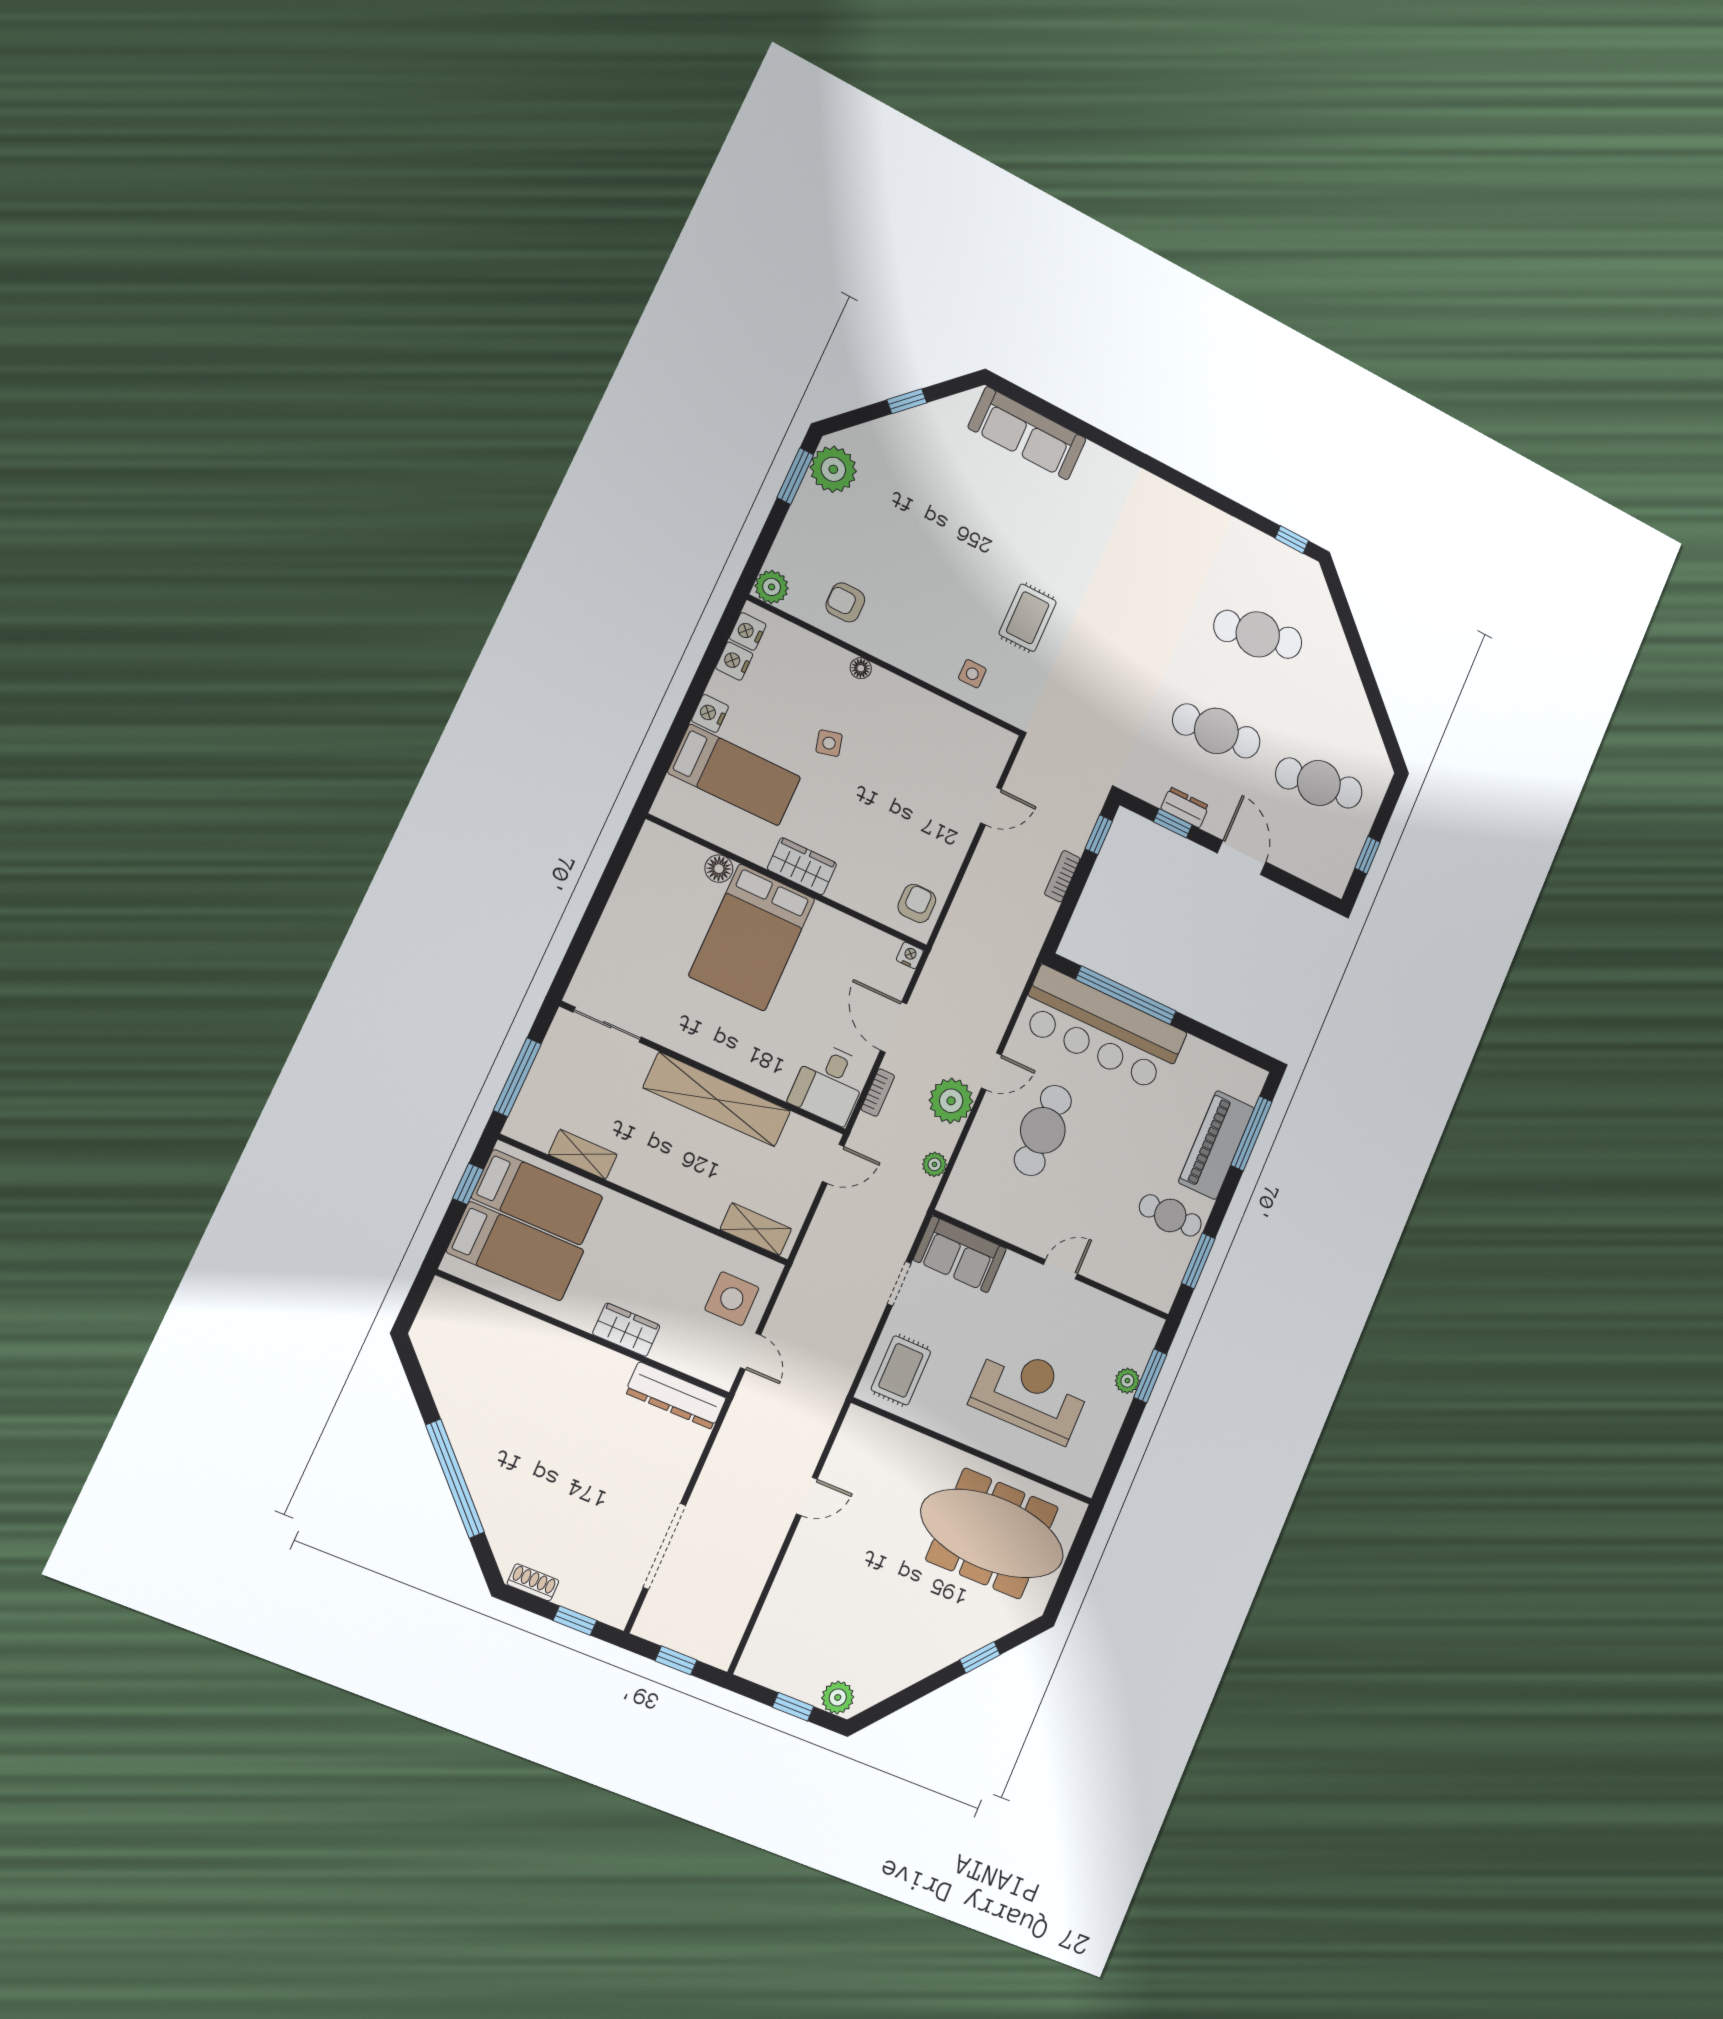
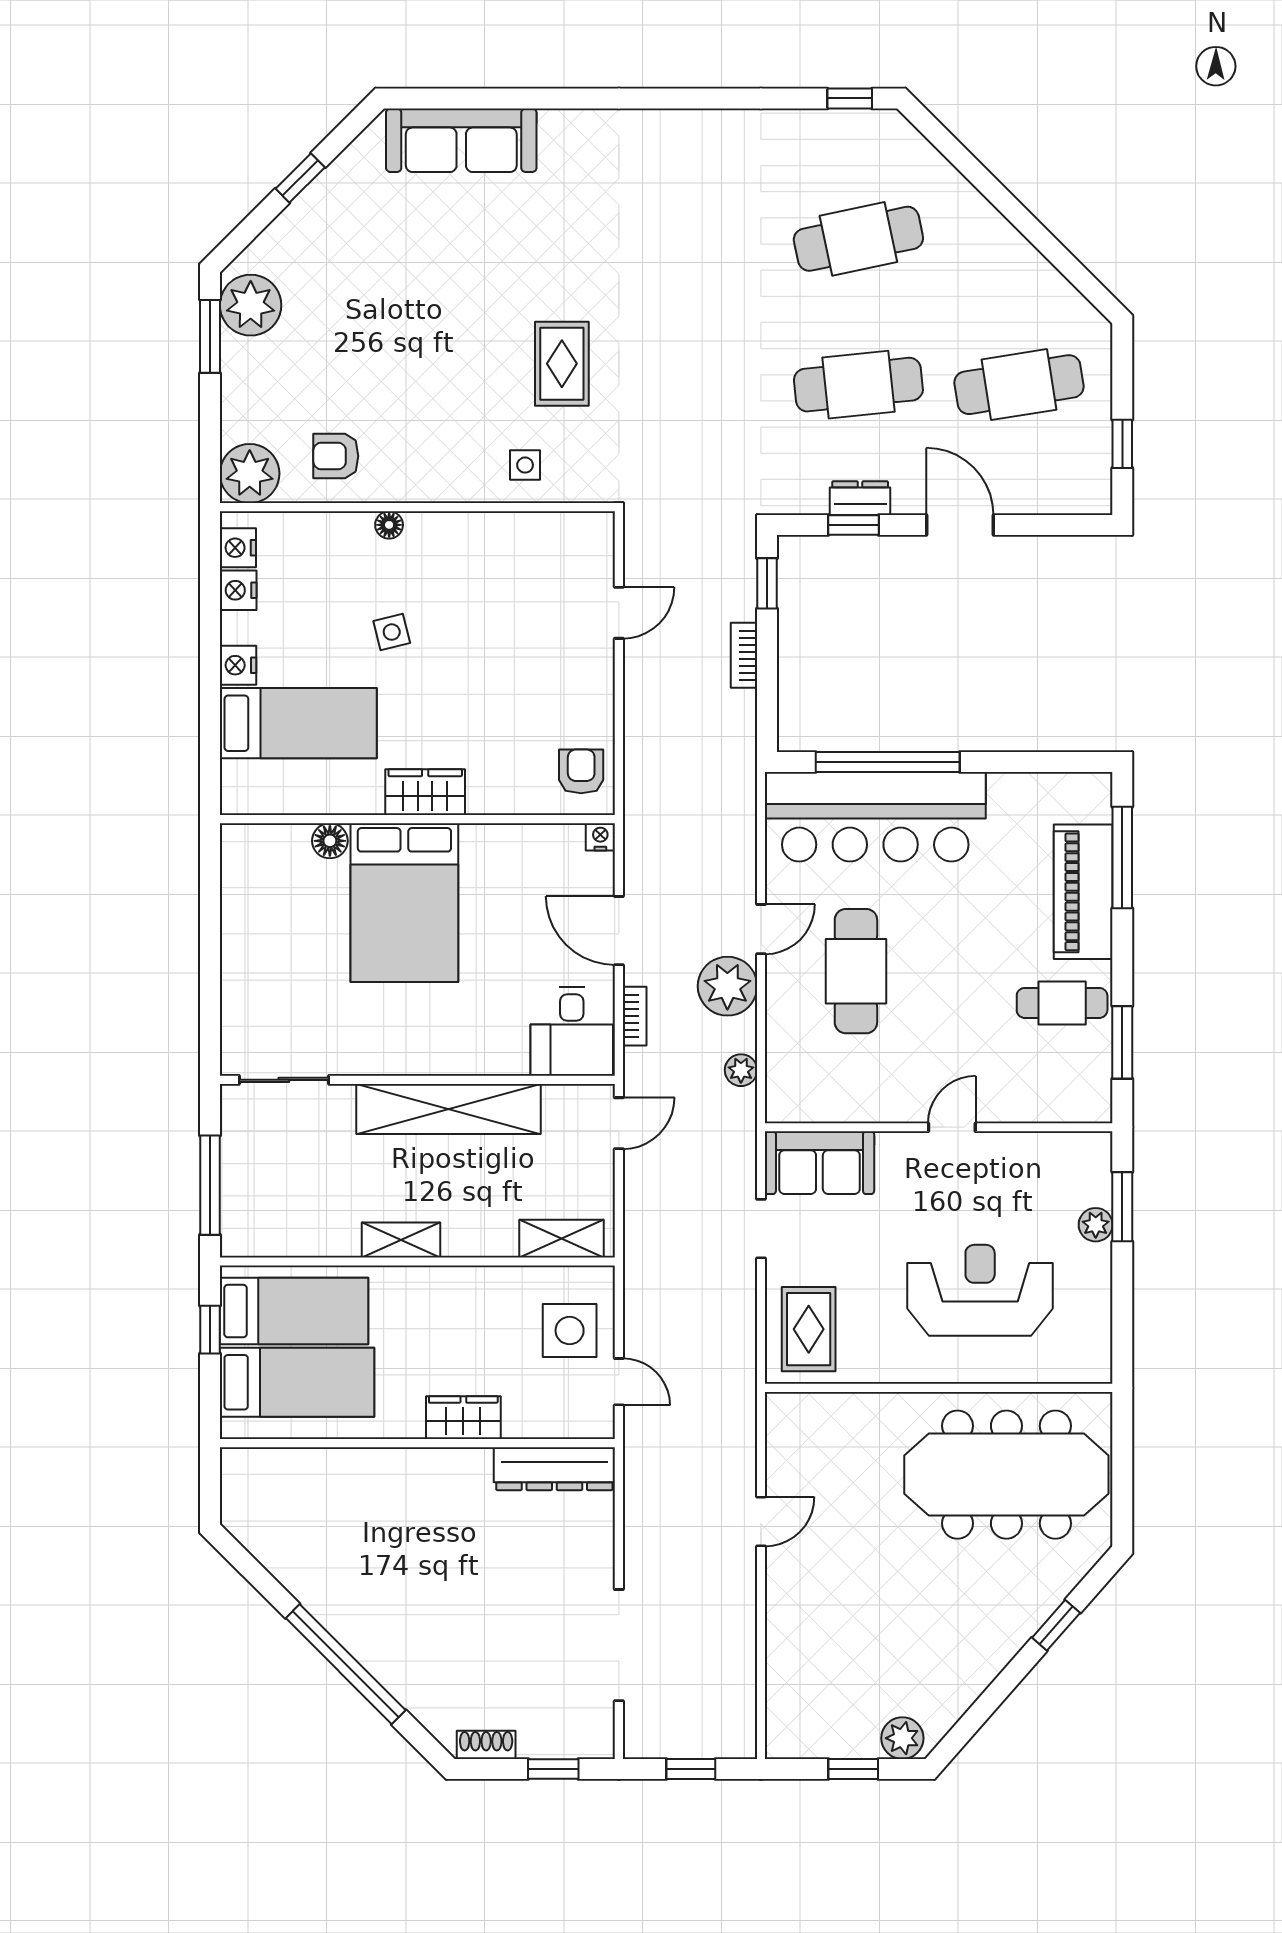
plant: (772, 587) -> (250, 474), width x1.36, depth x1.36
shelving: (583, 1154) -> (401, 1240), moved

